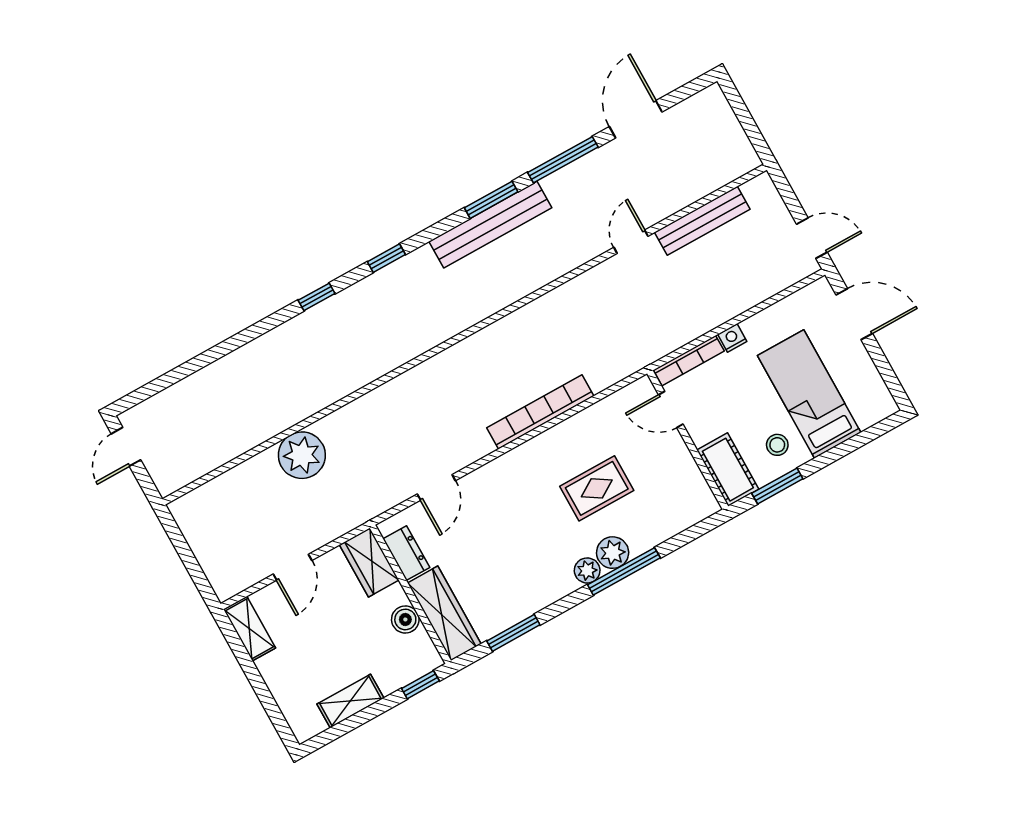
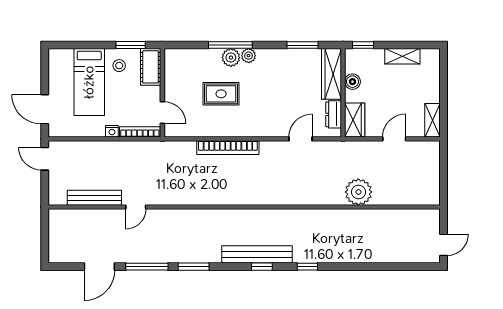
bench: (490, 225) -> (257, 254), moved

